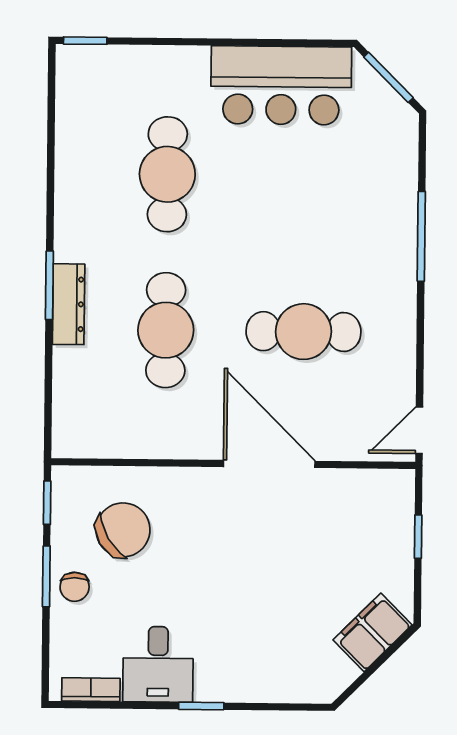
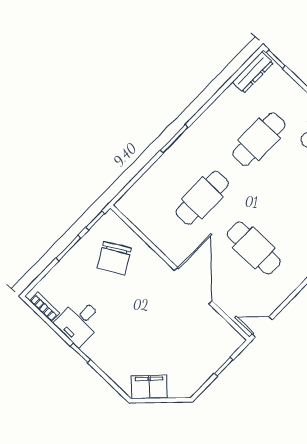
dresser: (69, 304) -> (253, 72), moved
chair: (123, 530) -> (114, 258), turned 91
chair: (75, 587) -> (75, 262), removed
filing cabinet: (373, 632) -> (149, 387), moved

